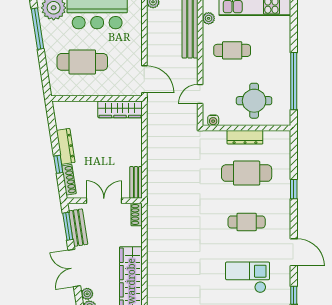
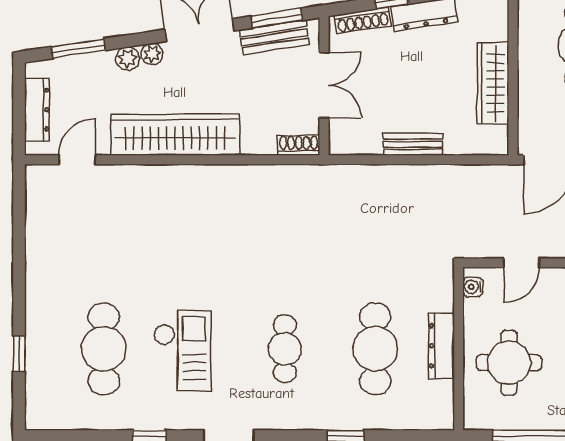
door: (200, 94) -> (521, 263), swing flipped
wardrobe: (120, 109) -> (493, 83), moved
bench: (136, 182) -> (413, 144), moved

